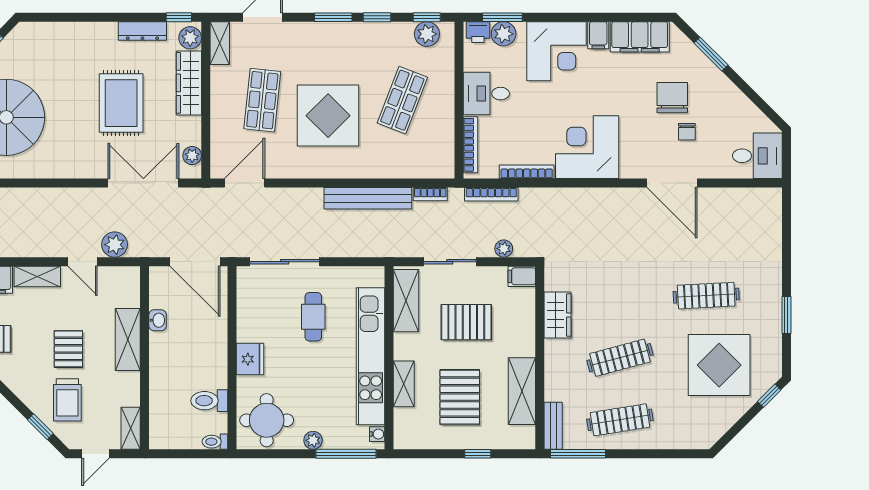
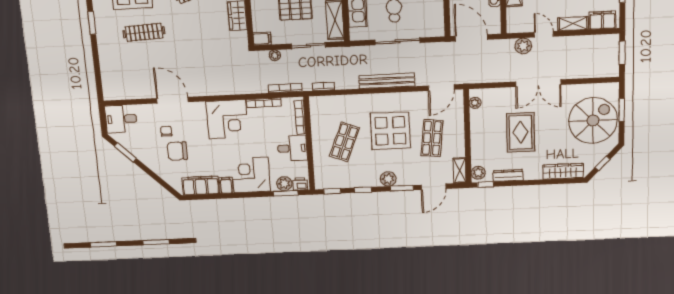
window: (333, 17) -> (402, 188), moved
plant: (427, 34) -> (388, 179), moved
window: (711, 54) -> (126, 152), moved
wardrobe: (189, 83) -> (563, 171), moved, turned -90
chair: (672, 98) -> (177, 151), turned 90
double door: (143, 183) -> (538, 83), moved
bench: (368, 198) -> (387, 81), moved
sliding door: (285, 262) -> (397, 41), moved

